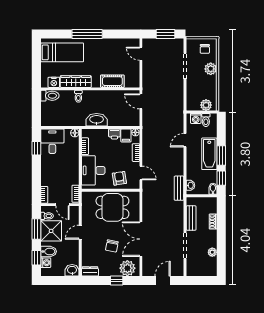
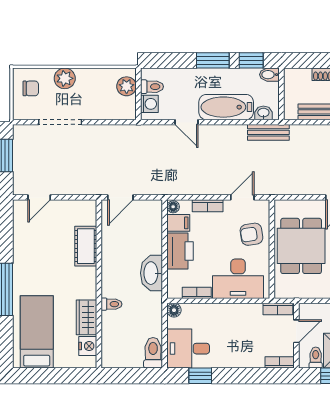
wardrobe: (76, 82) -> (86, 317), width x0.67
toilet: (50, 96) -> (153, 353), moved
printer: (114, 134) -> (180, 251), width x1.87, depth x1.48
bathtub: (209, 154) -> (226, 107), moved, turned 180

